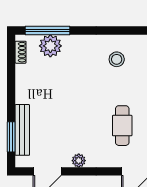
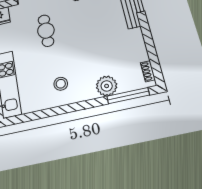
plant: (50, 46) -> (107, 86), moved

